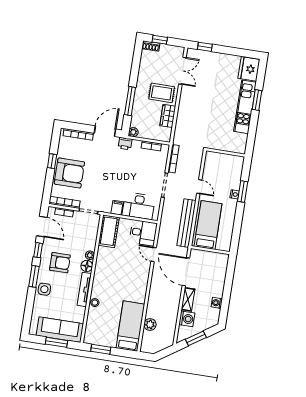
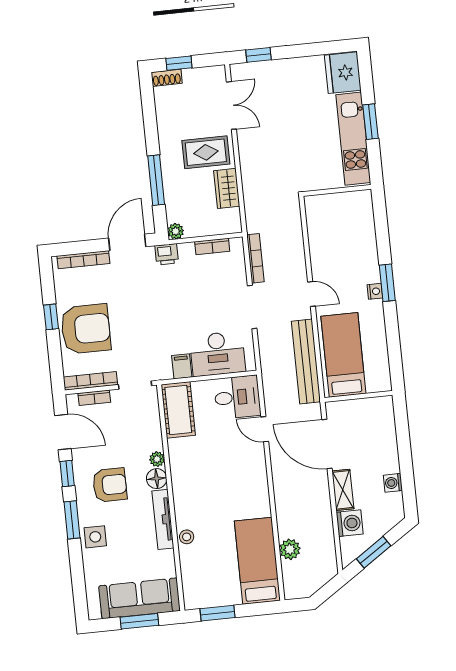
wall: (226, 152) -> (337, 190), moved

